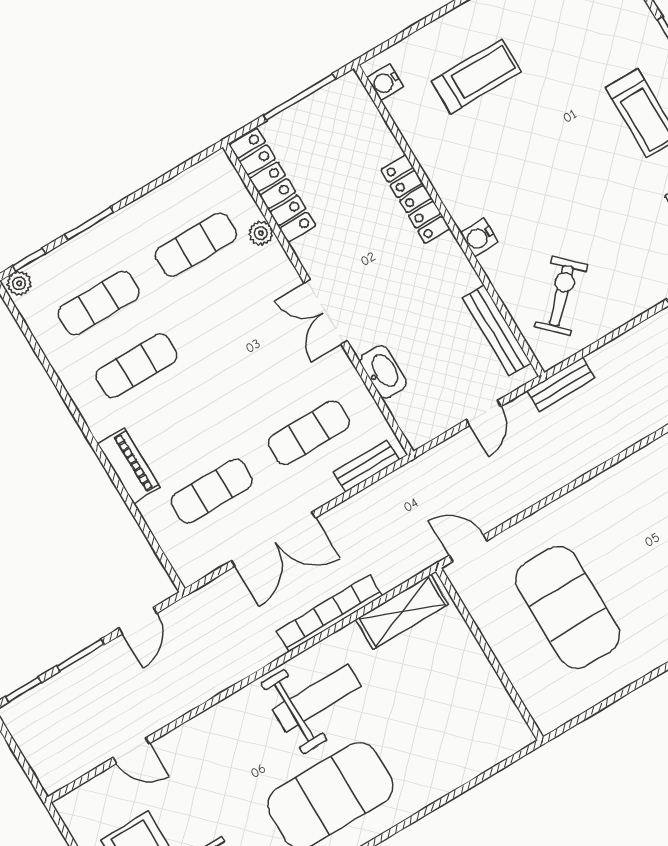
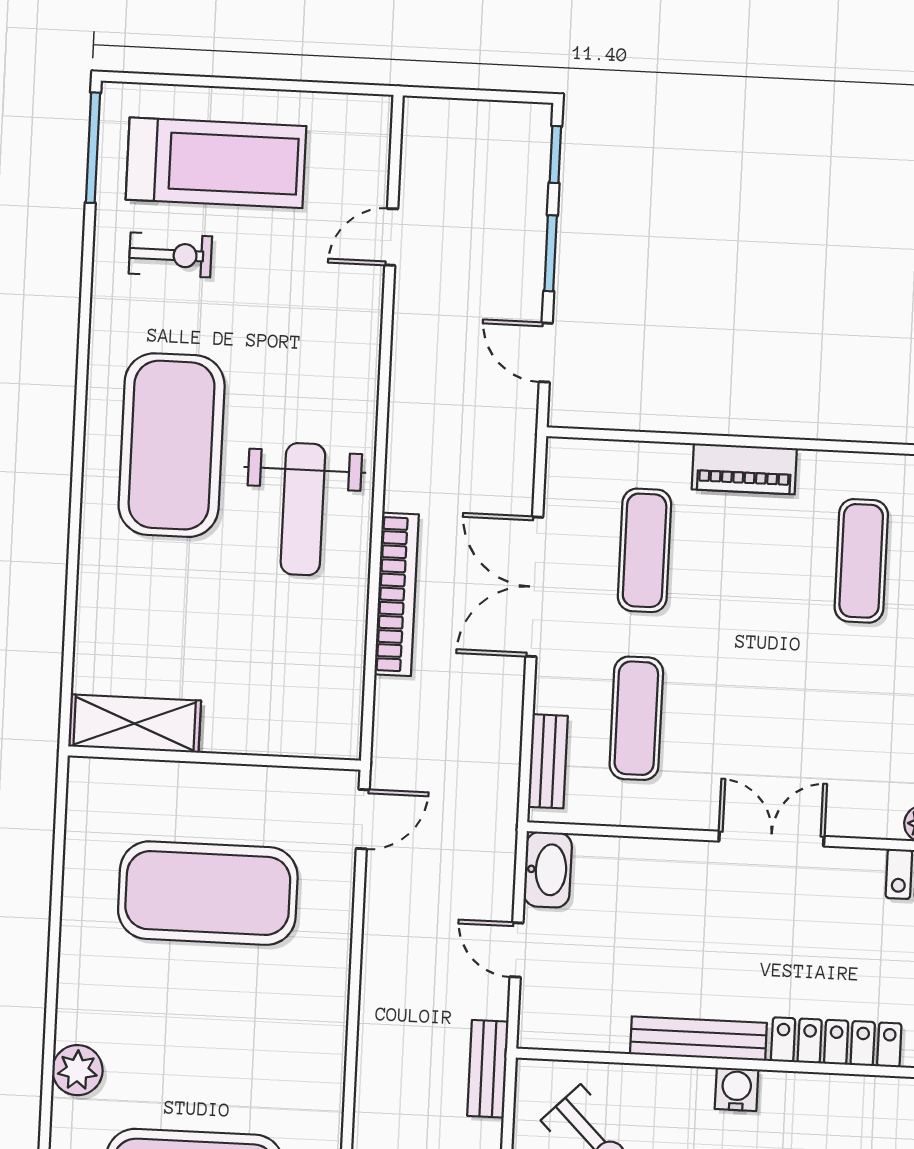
bench: (497, 330) -> (698, 1039), moved
washbasin: (383, 372) -> (548, 870), moved, turned -90
shelving: (402, 612) -> (135, 724), moved, turned 90

